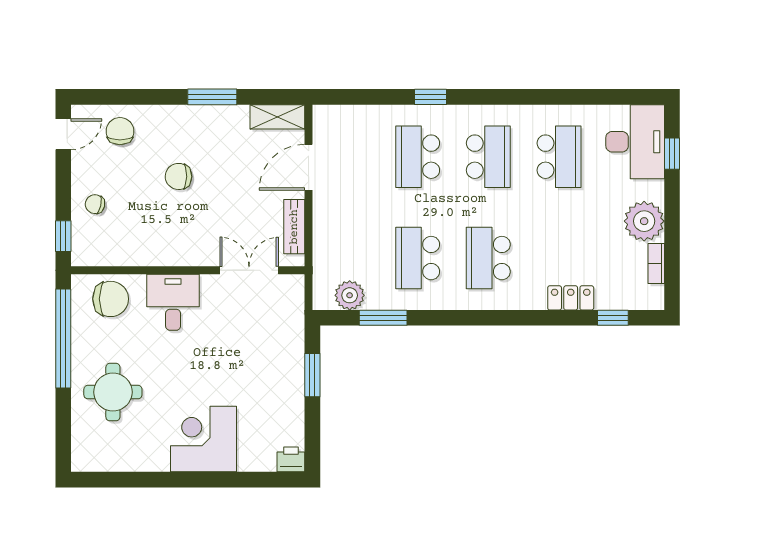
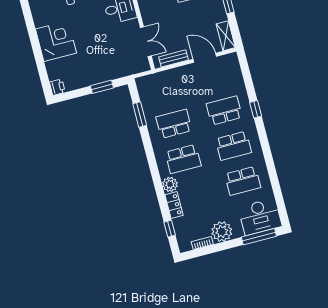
window: (672, 154) -> (259, 237), width x2.17
school desk: (488, 258) -> (183, 159), turned 180
plant: (350, 295) -> (170, 184), moved

